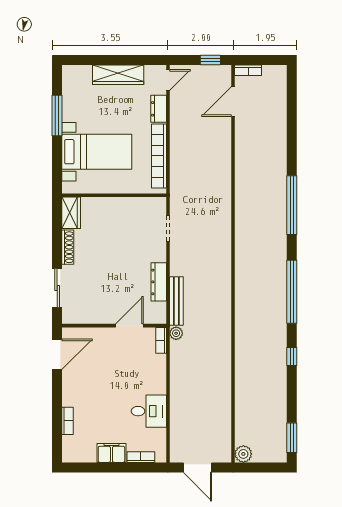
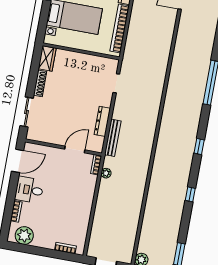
window: (292, 292) -> (199, 146), width x0.32
plant: (176, 333) -> (106, 173), moved
desk: (149, 411) -> (29, 190), moved, turned 180
plant: (84, 451) -> (24, 235), added
filing cabinet: (111, 453) -> (44, 241), removed

